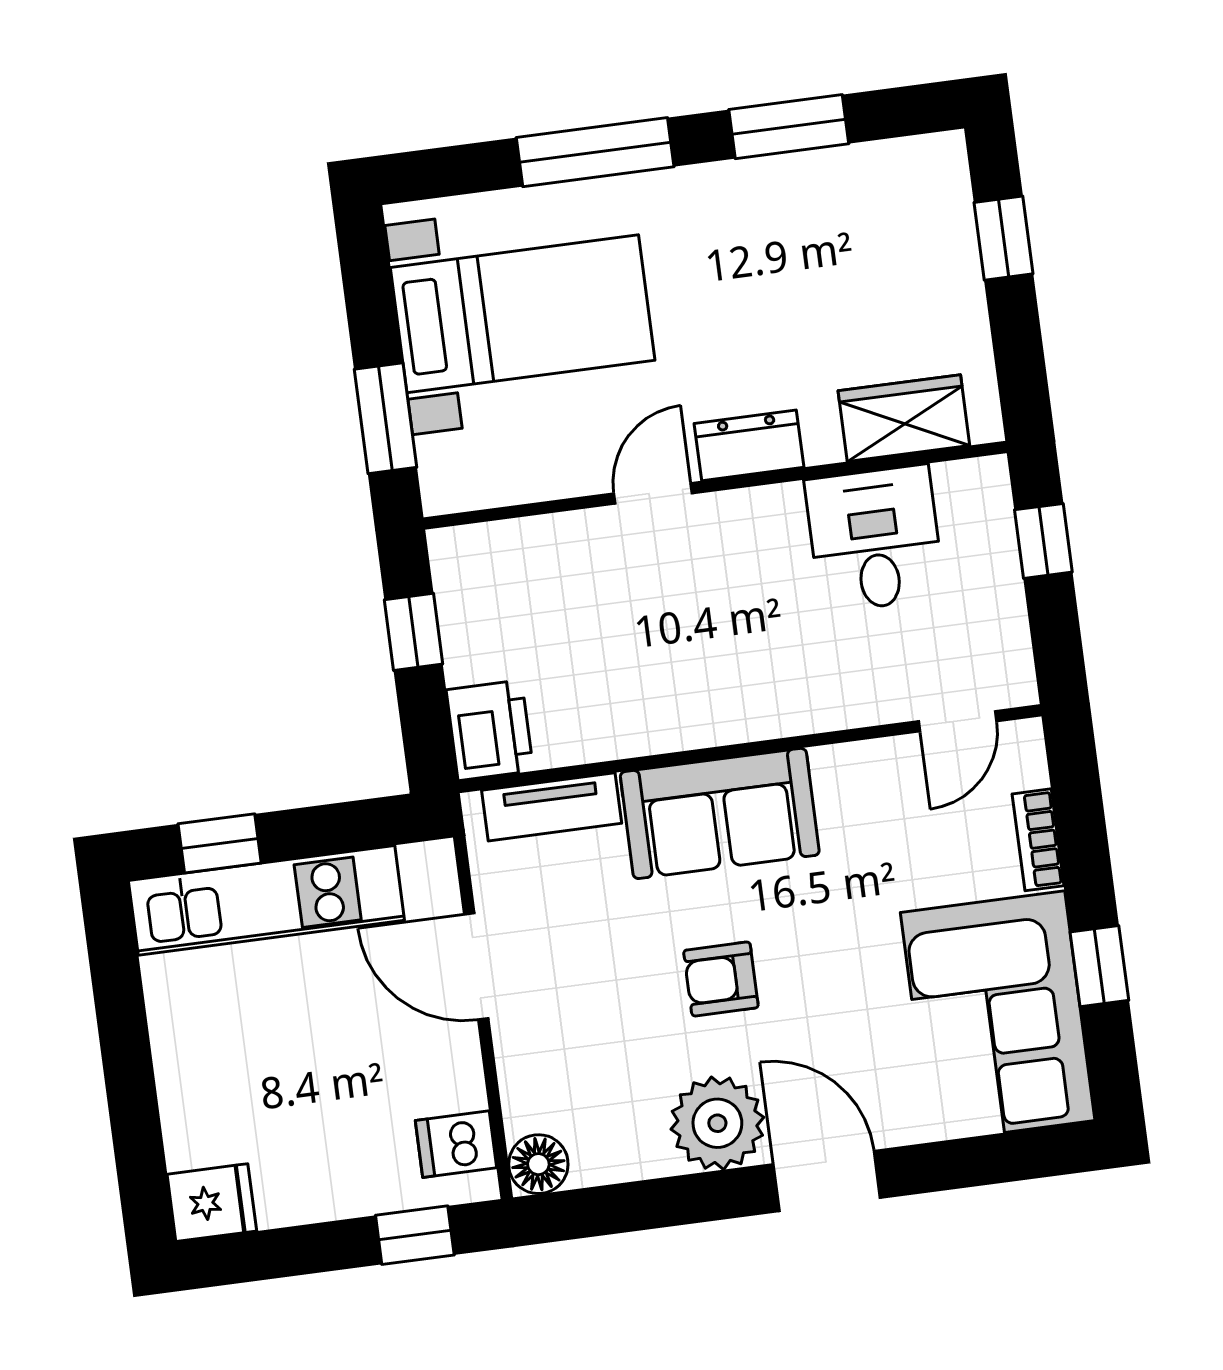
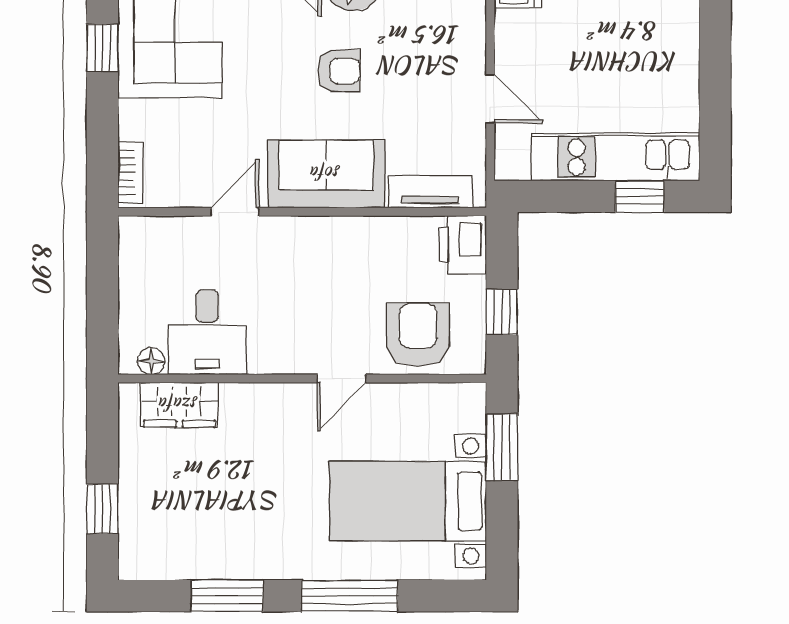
dresser: (749, 445) -> (278, 401), removed
floor lamp: (957, 481) -> (151, 361), added
window: (1043, 541) -> (102, 317), removed
armchair: (541, 579) -> (418, 335), added
door: (958, 721) -> (235, 212), moved
bookcase: (1038, 840) -> (130, 172), moved
door: (476, 966) -> (490, 99), width x0.73

